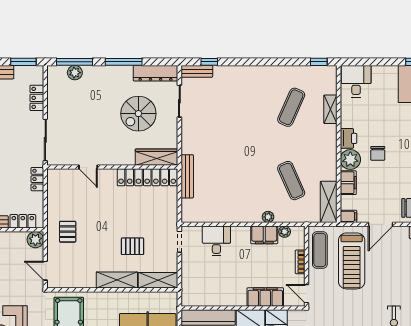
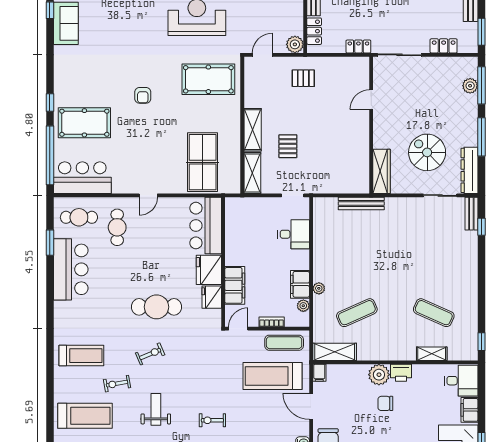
locker: (147, 177) -> (360, 162), removed
filing cabinet: (348, 183) -> (469, 410), moved, turned 90

